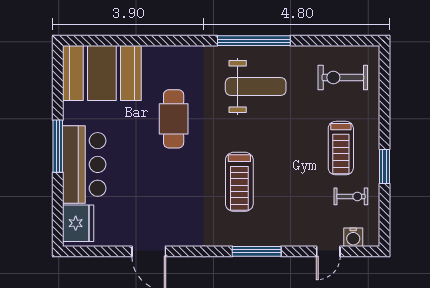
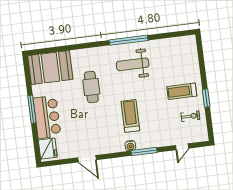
exercise bike: (343, 77) -> (178, 54), removed
weight bench: (256, 87) -> (133, 64), turned 180
treadmill: (341, 148) -> (182, 91), turned 90
treadmill: (239, 182) -> (130, 116), turned 180
water cooler: (353, 237) -> (130, 146), moved

